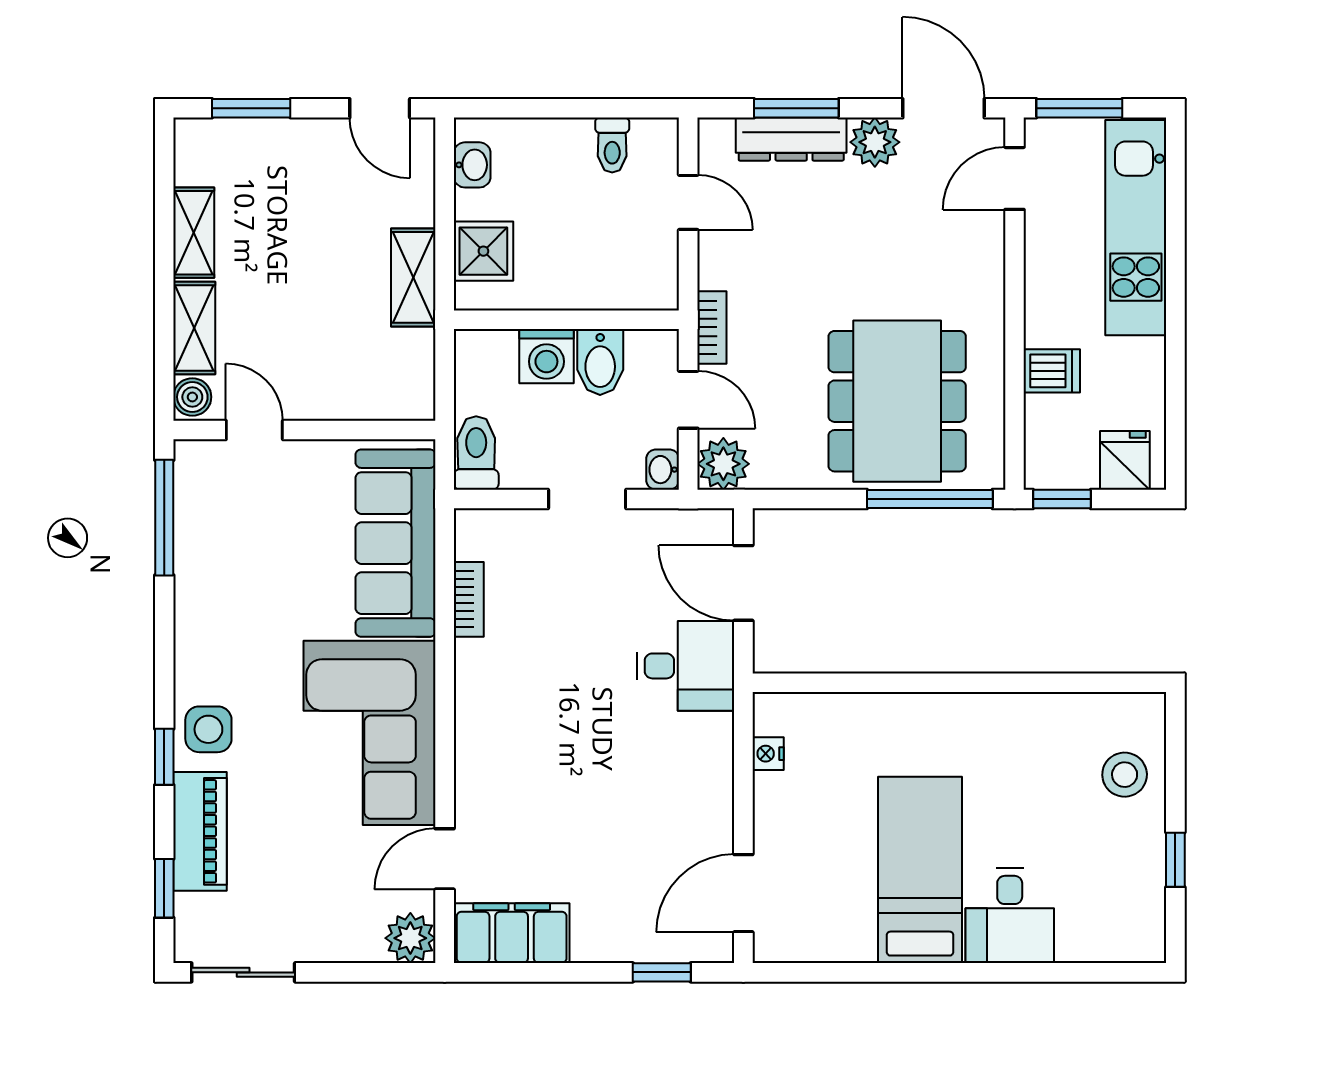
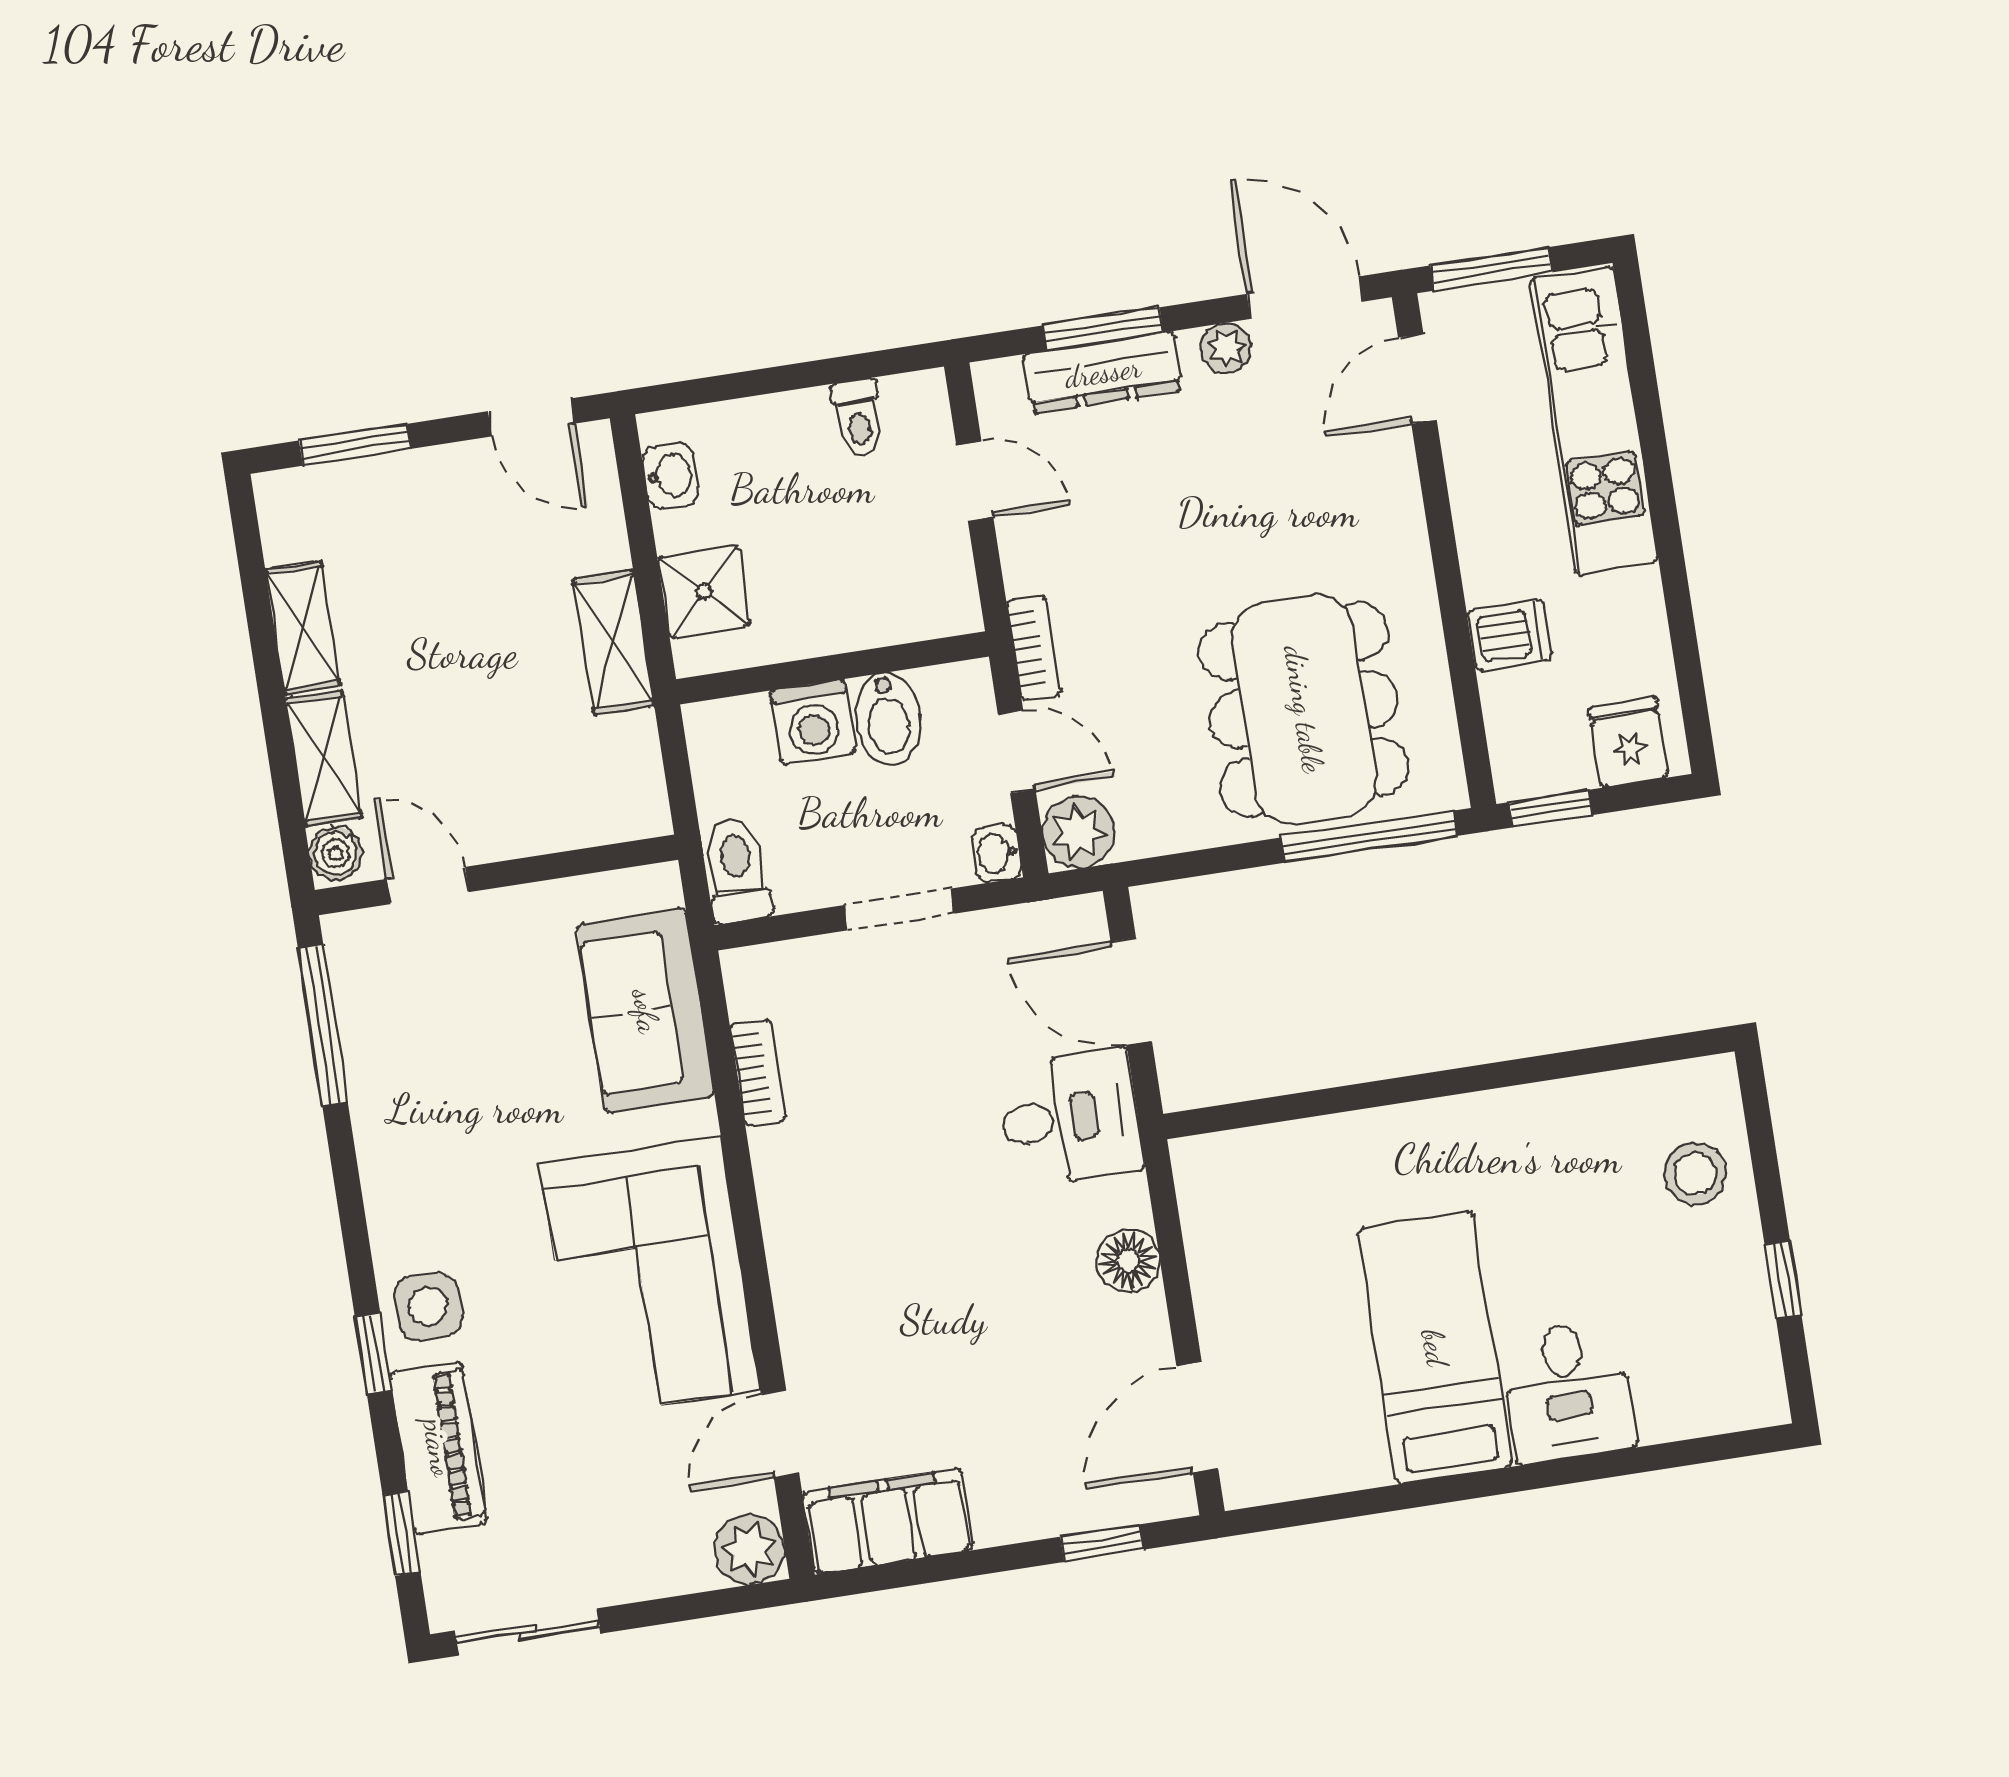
plant: (875, 142) -> (1226, 348), width x0.73, depth x0.73
sofa: (396, 543) -> (646, 1011), width x0.73
nightstand: (768, 754) -> (1202, 1220), removed
floor lamp: (711, 774) -> (1128, 1261), added

